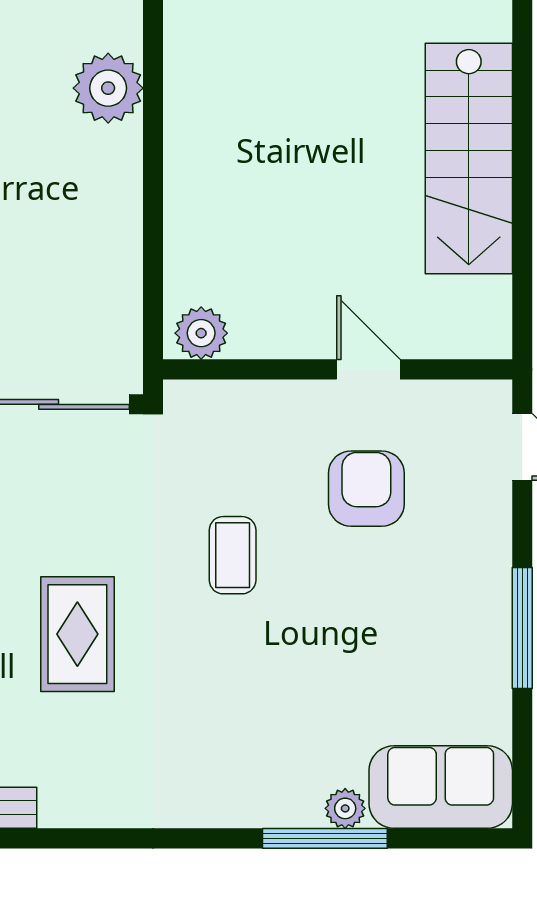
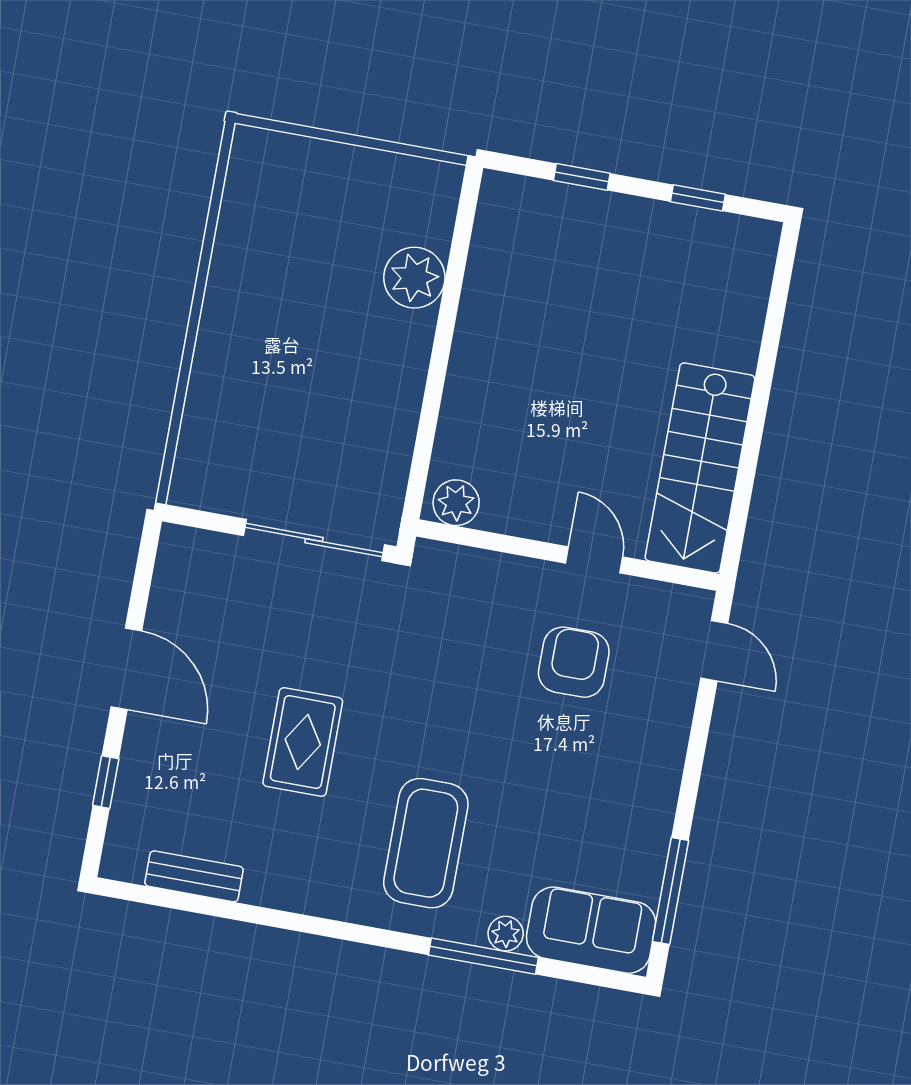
stairs: (469, 158) -> (700, 468), moved
coffee table: (233, 555) -> (426, 843), moved, width x1.86, depth x1.72
window: (522, 628) -> (671, 891), moved

